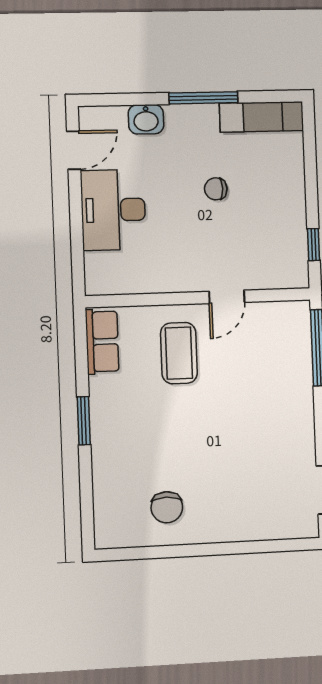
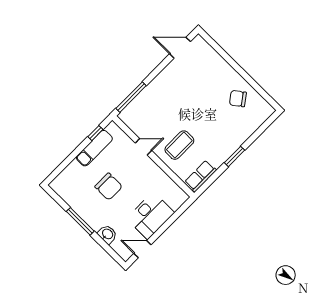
exam couch: (262, 117) -> (94, 148), moved, turned 90
chair: (216, 189) -> (109, 187), width x1.87, depth x1.87
chair: (167, 507) -> (238, 99), turned -127

